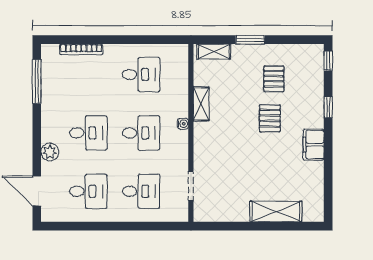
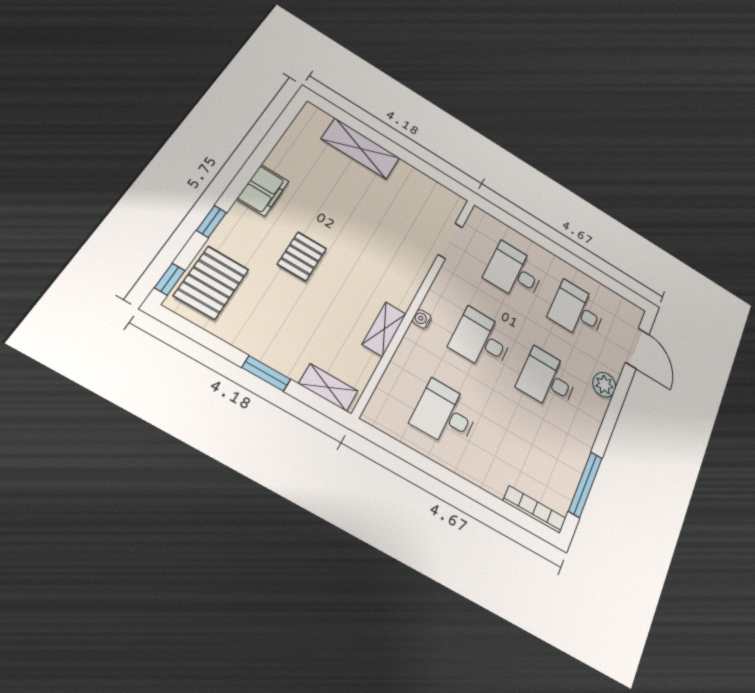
bookcase: (81, 49) -> (535, 510), moved
pallet: (274, 79) -> (211, 283), moved, width x1.50, depth x1.42

